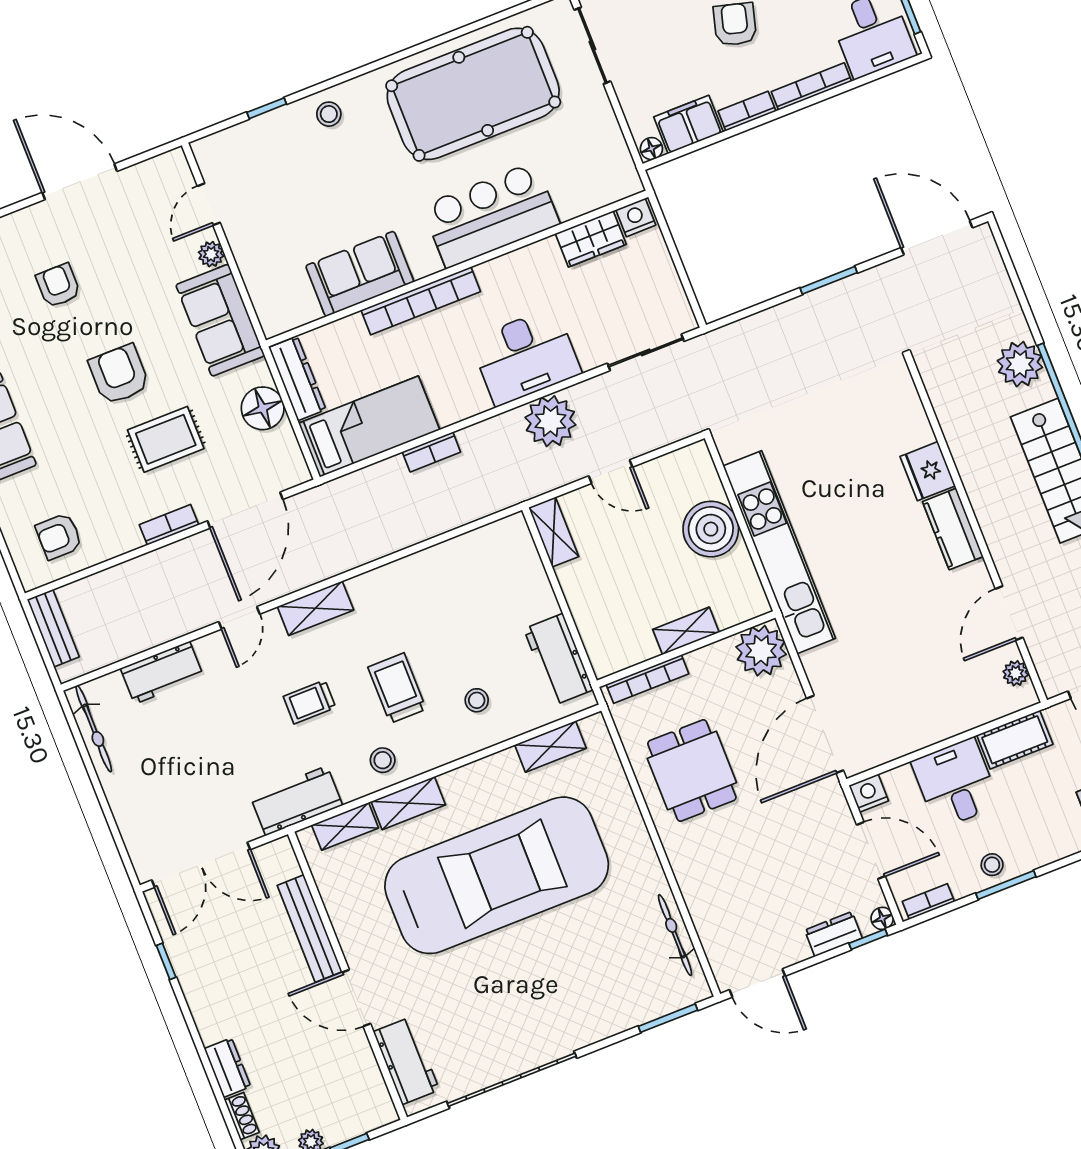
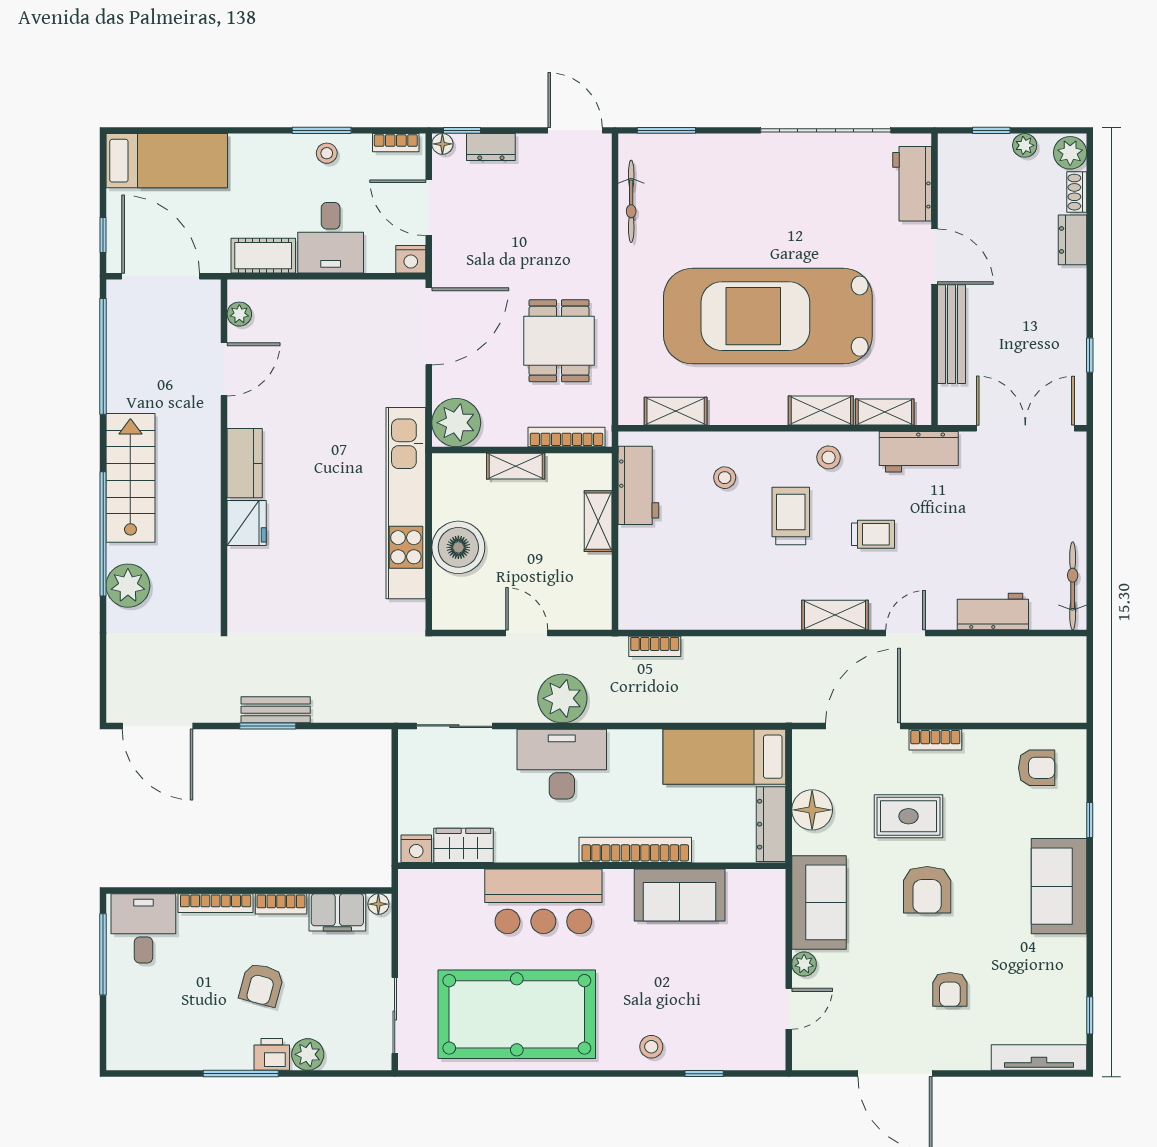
bookcase: (431, 452) -> (655, 646), moved, turned 180
shelving: (554, 532) -> (598, 521), moved
bench: (53, 628) -> (276, 710), moved, turned 90
trolley: (397, 688) -> (791, 516), turned 180

